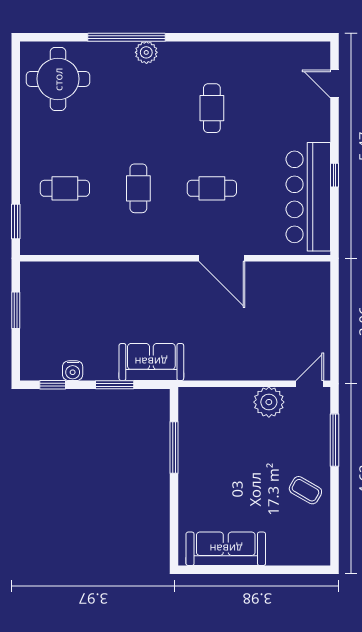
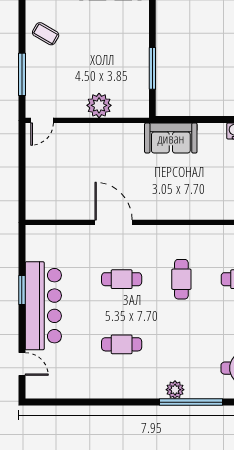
cafe table: (212, 108) -> (122, 344), turned 90
window: (335, 175) -> (22, 290), width x1.50
bar counter: (308, 197) -> (43, 306), moved
window: (115, 385) -> (201, 120), removed
plant: (269, 402) -> (99, 105), moved

